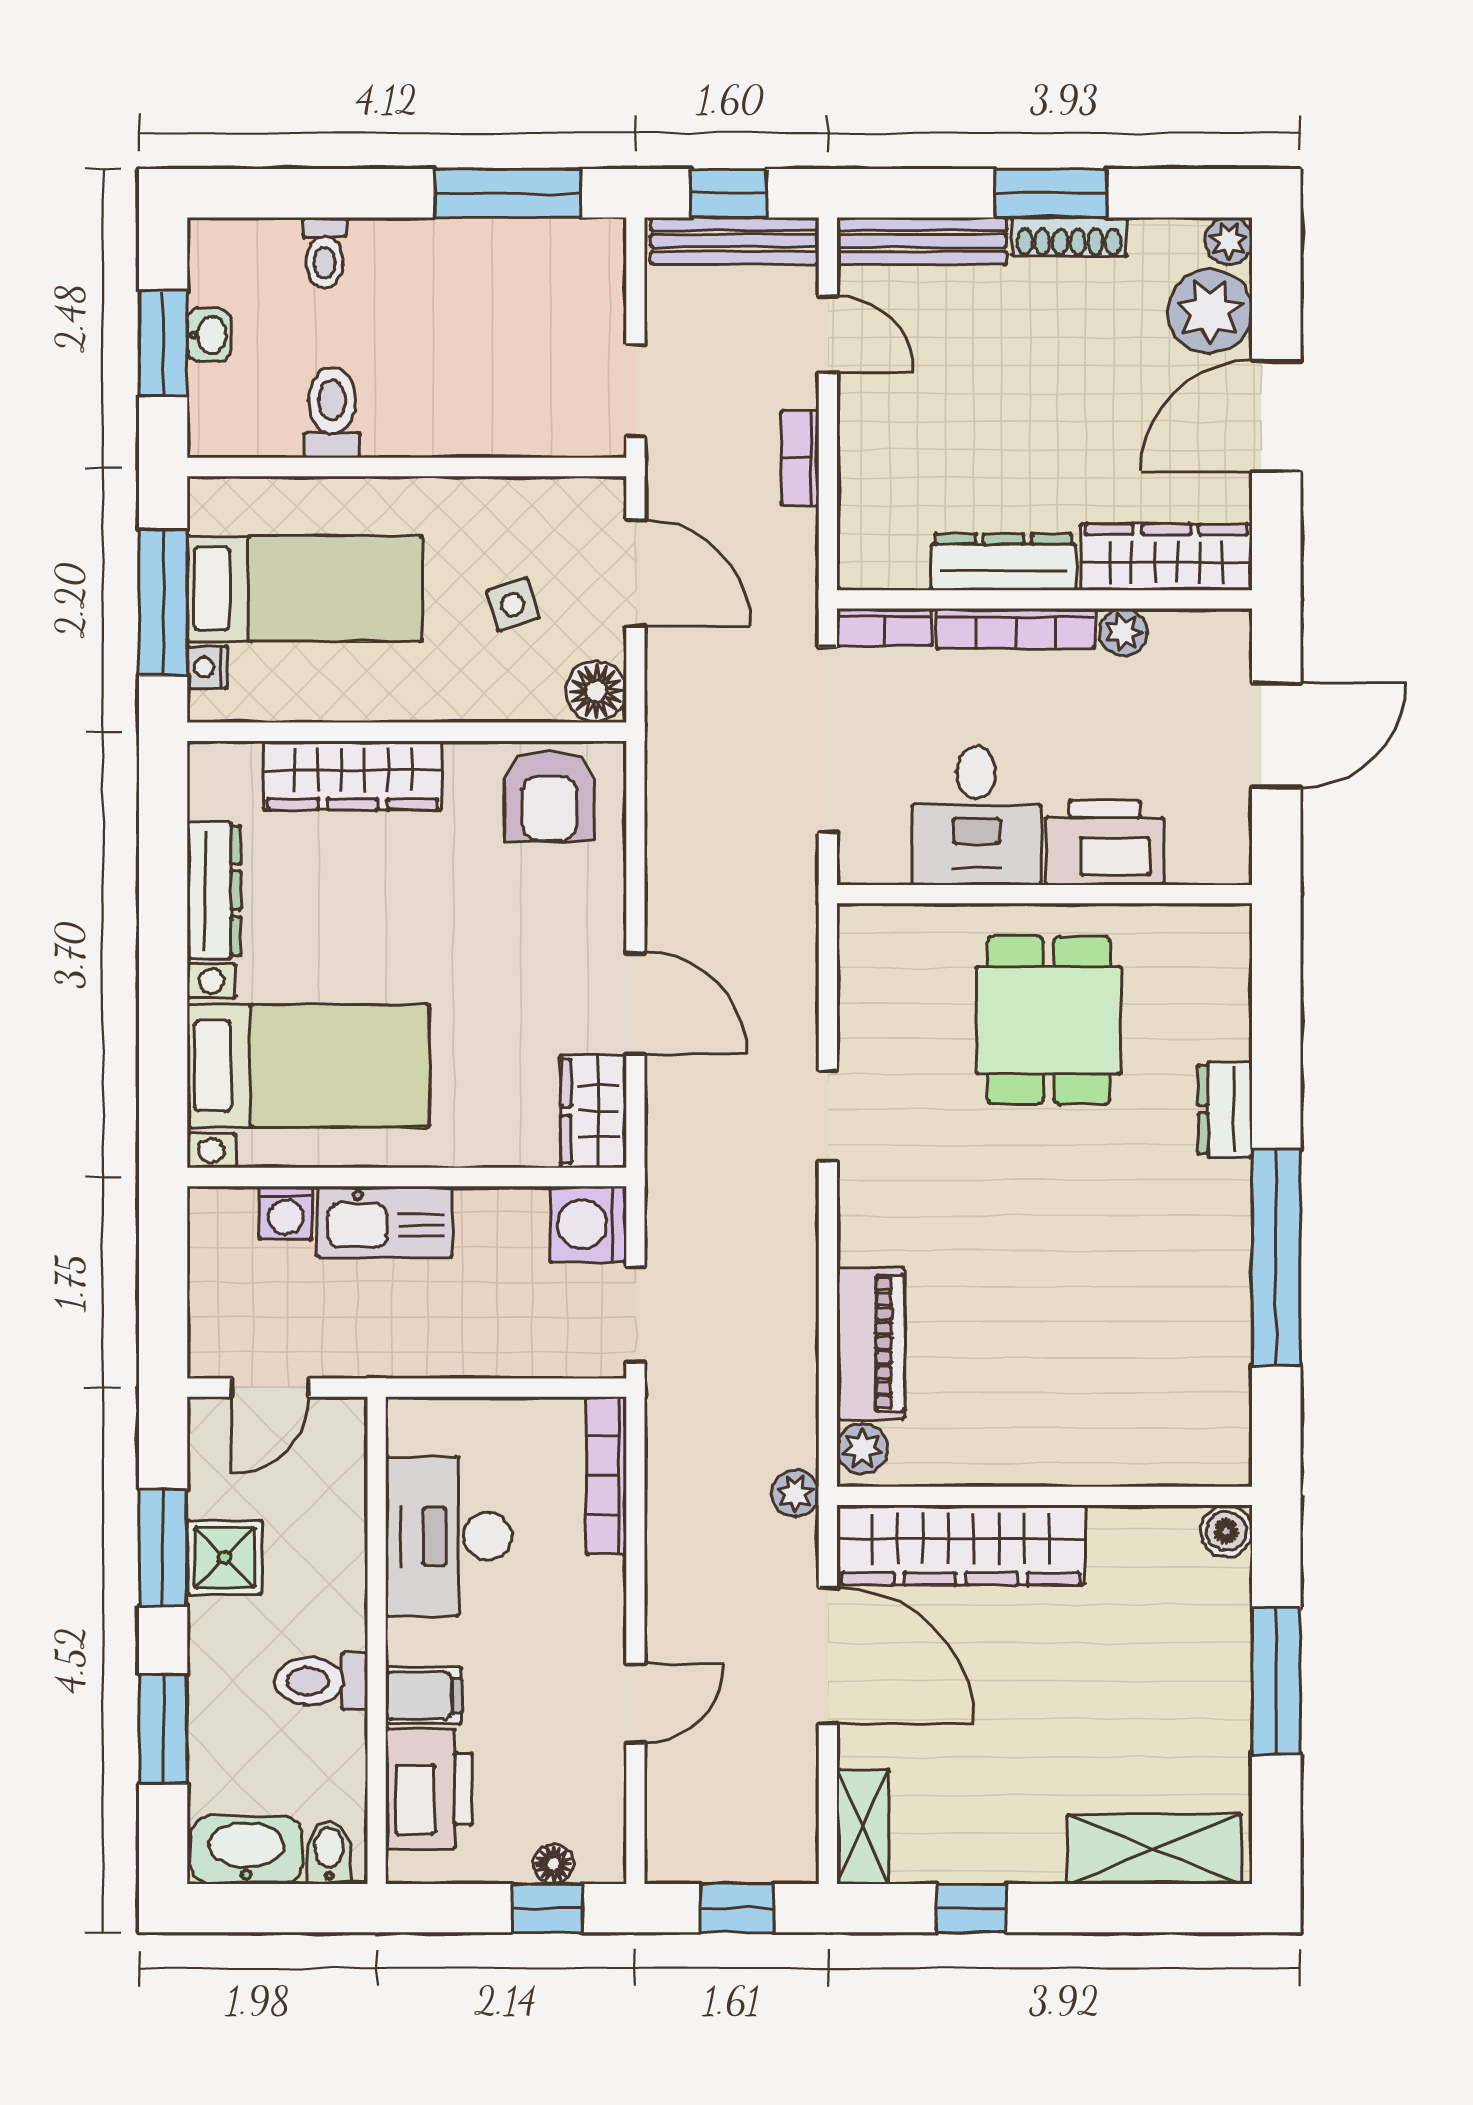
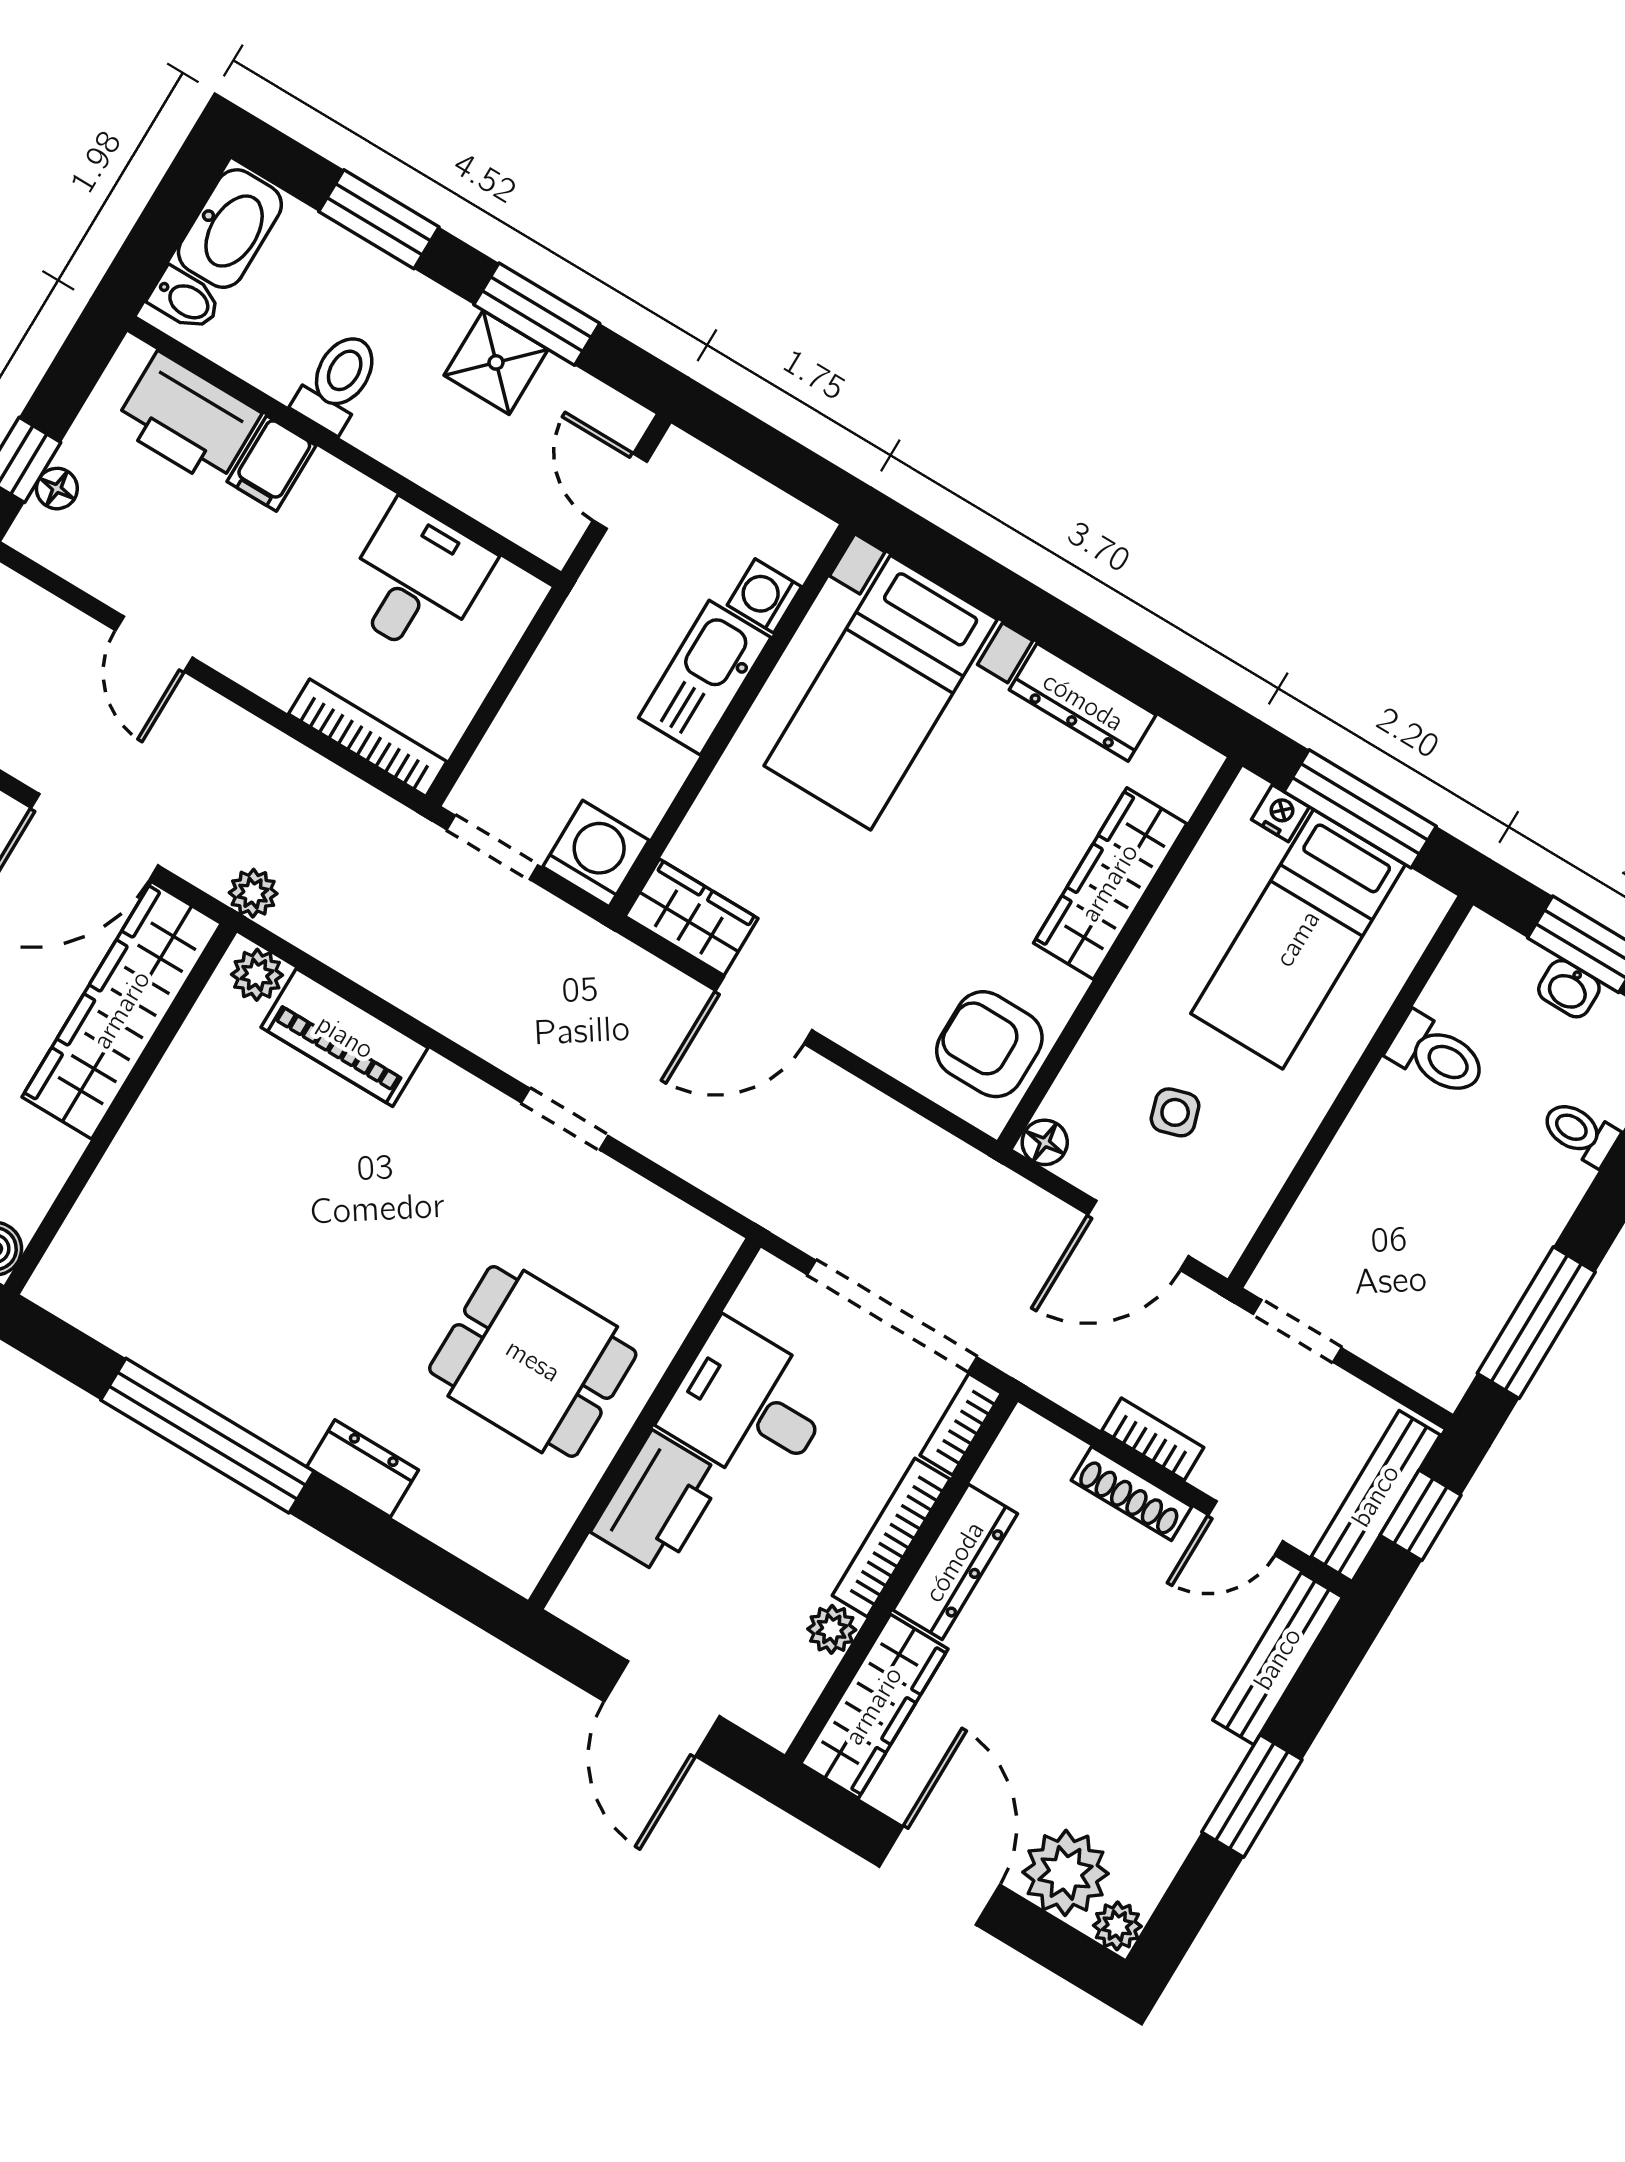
shoe rack: (1069, 237) -> (1131, 1493), moved, turned -90
floor lamp: (596, 691) -> (1045, 1142), width x0.73, depth x0.73
desk: (449, 1536) -> (416, 580), width x0.73

